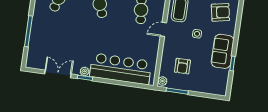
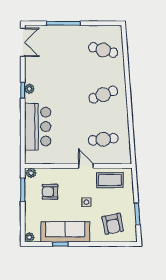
sofa: (223, 51) -> (65, 232), width x1.36
bar counter: (121, 69) -> (38, 127), width x0.73
double door: (58, 74) -> (23, 42), moved
plant: (222, 91) -> (29, 237), added

